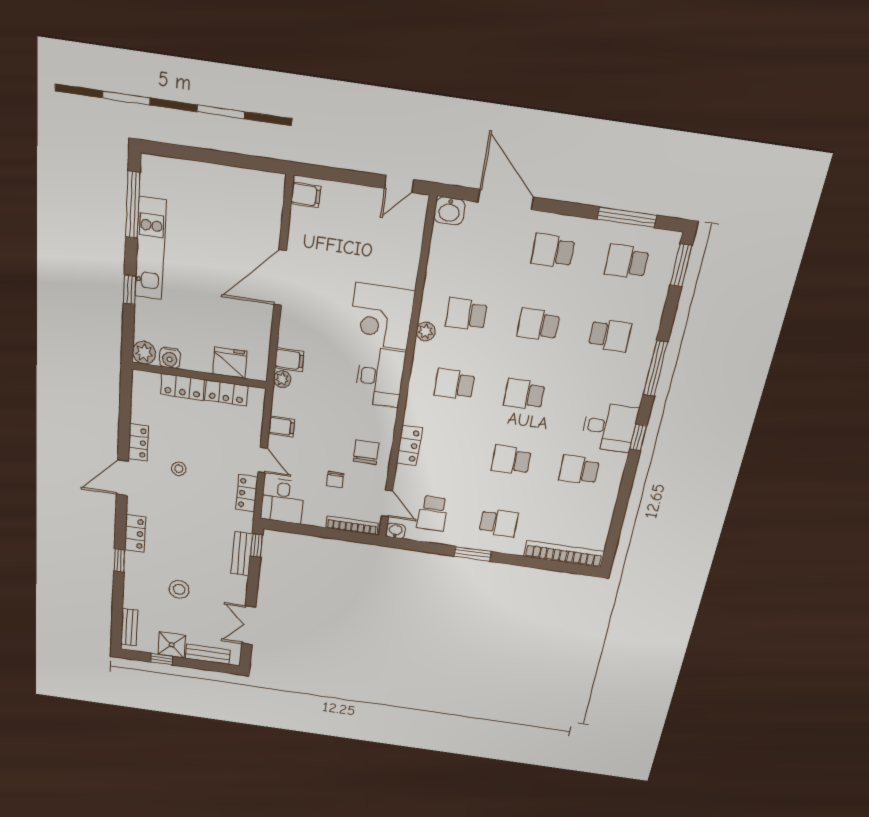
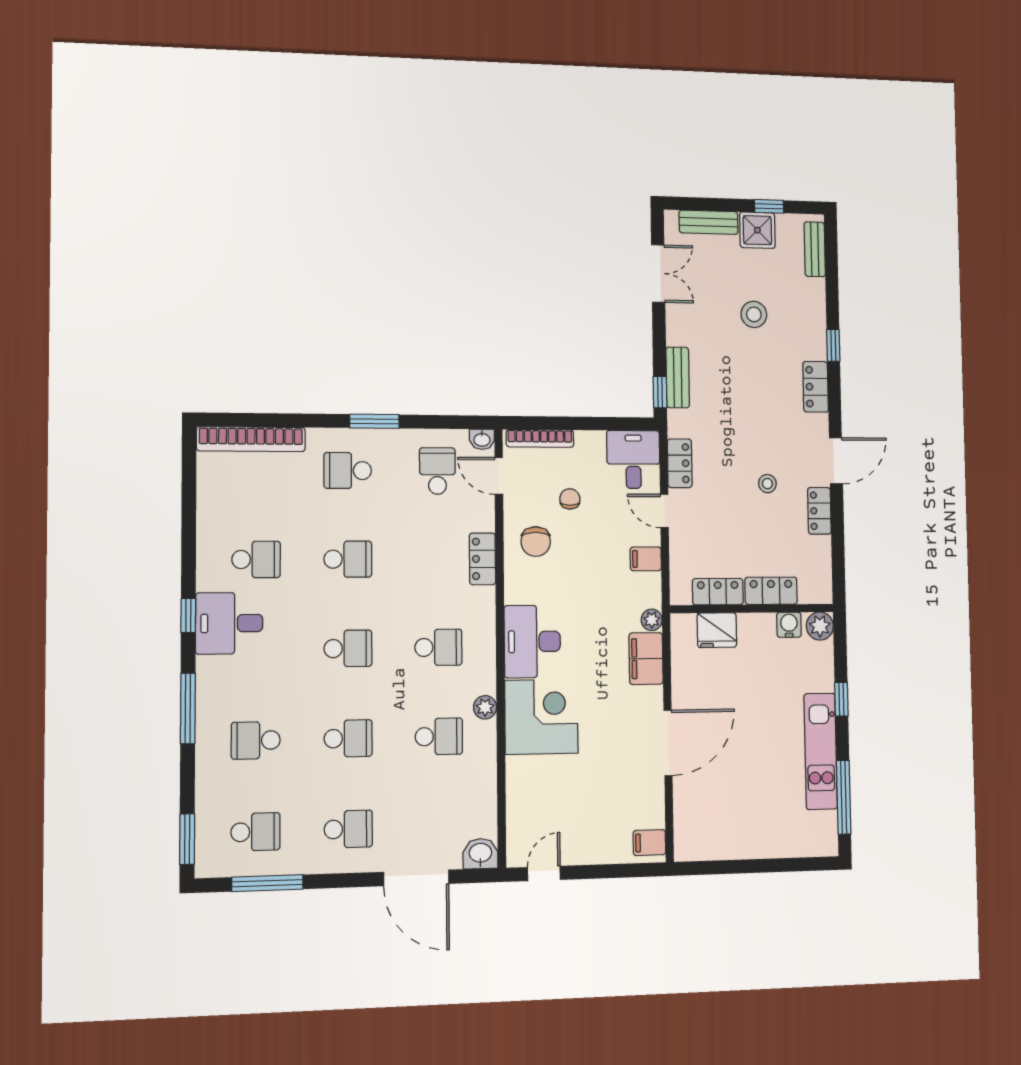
filing cabinet: (289, 360) -> (646, 659), width x2.00

